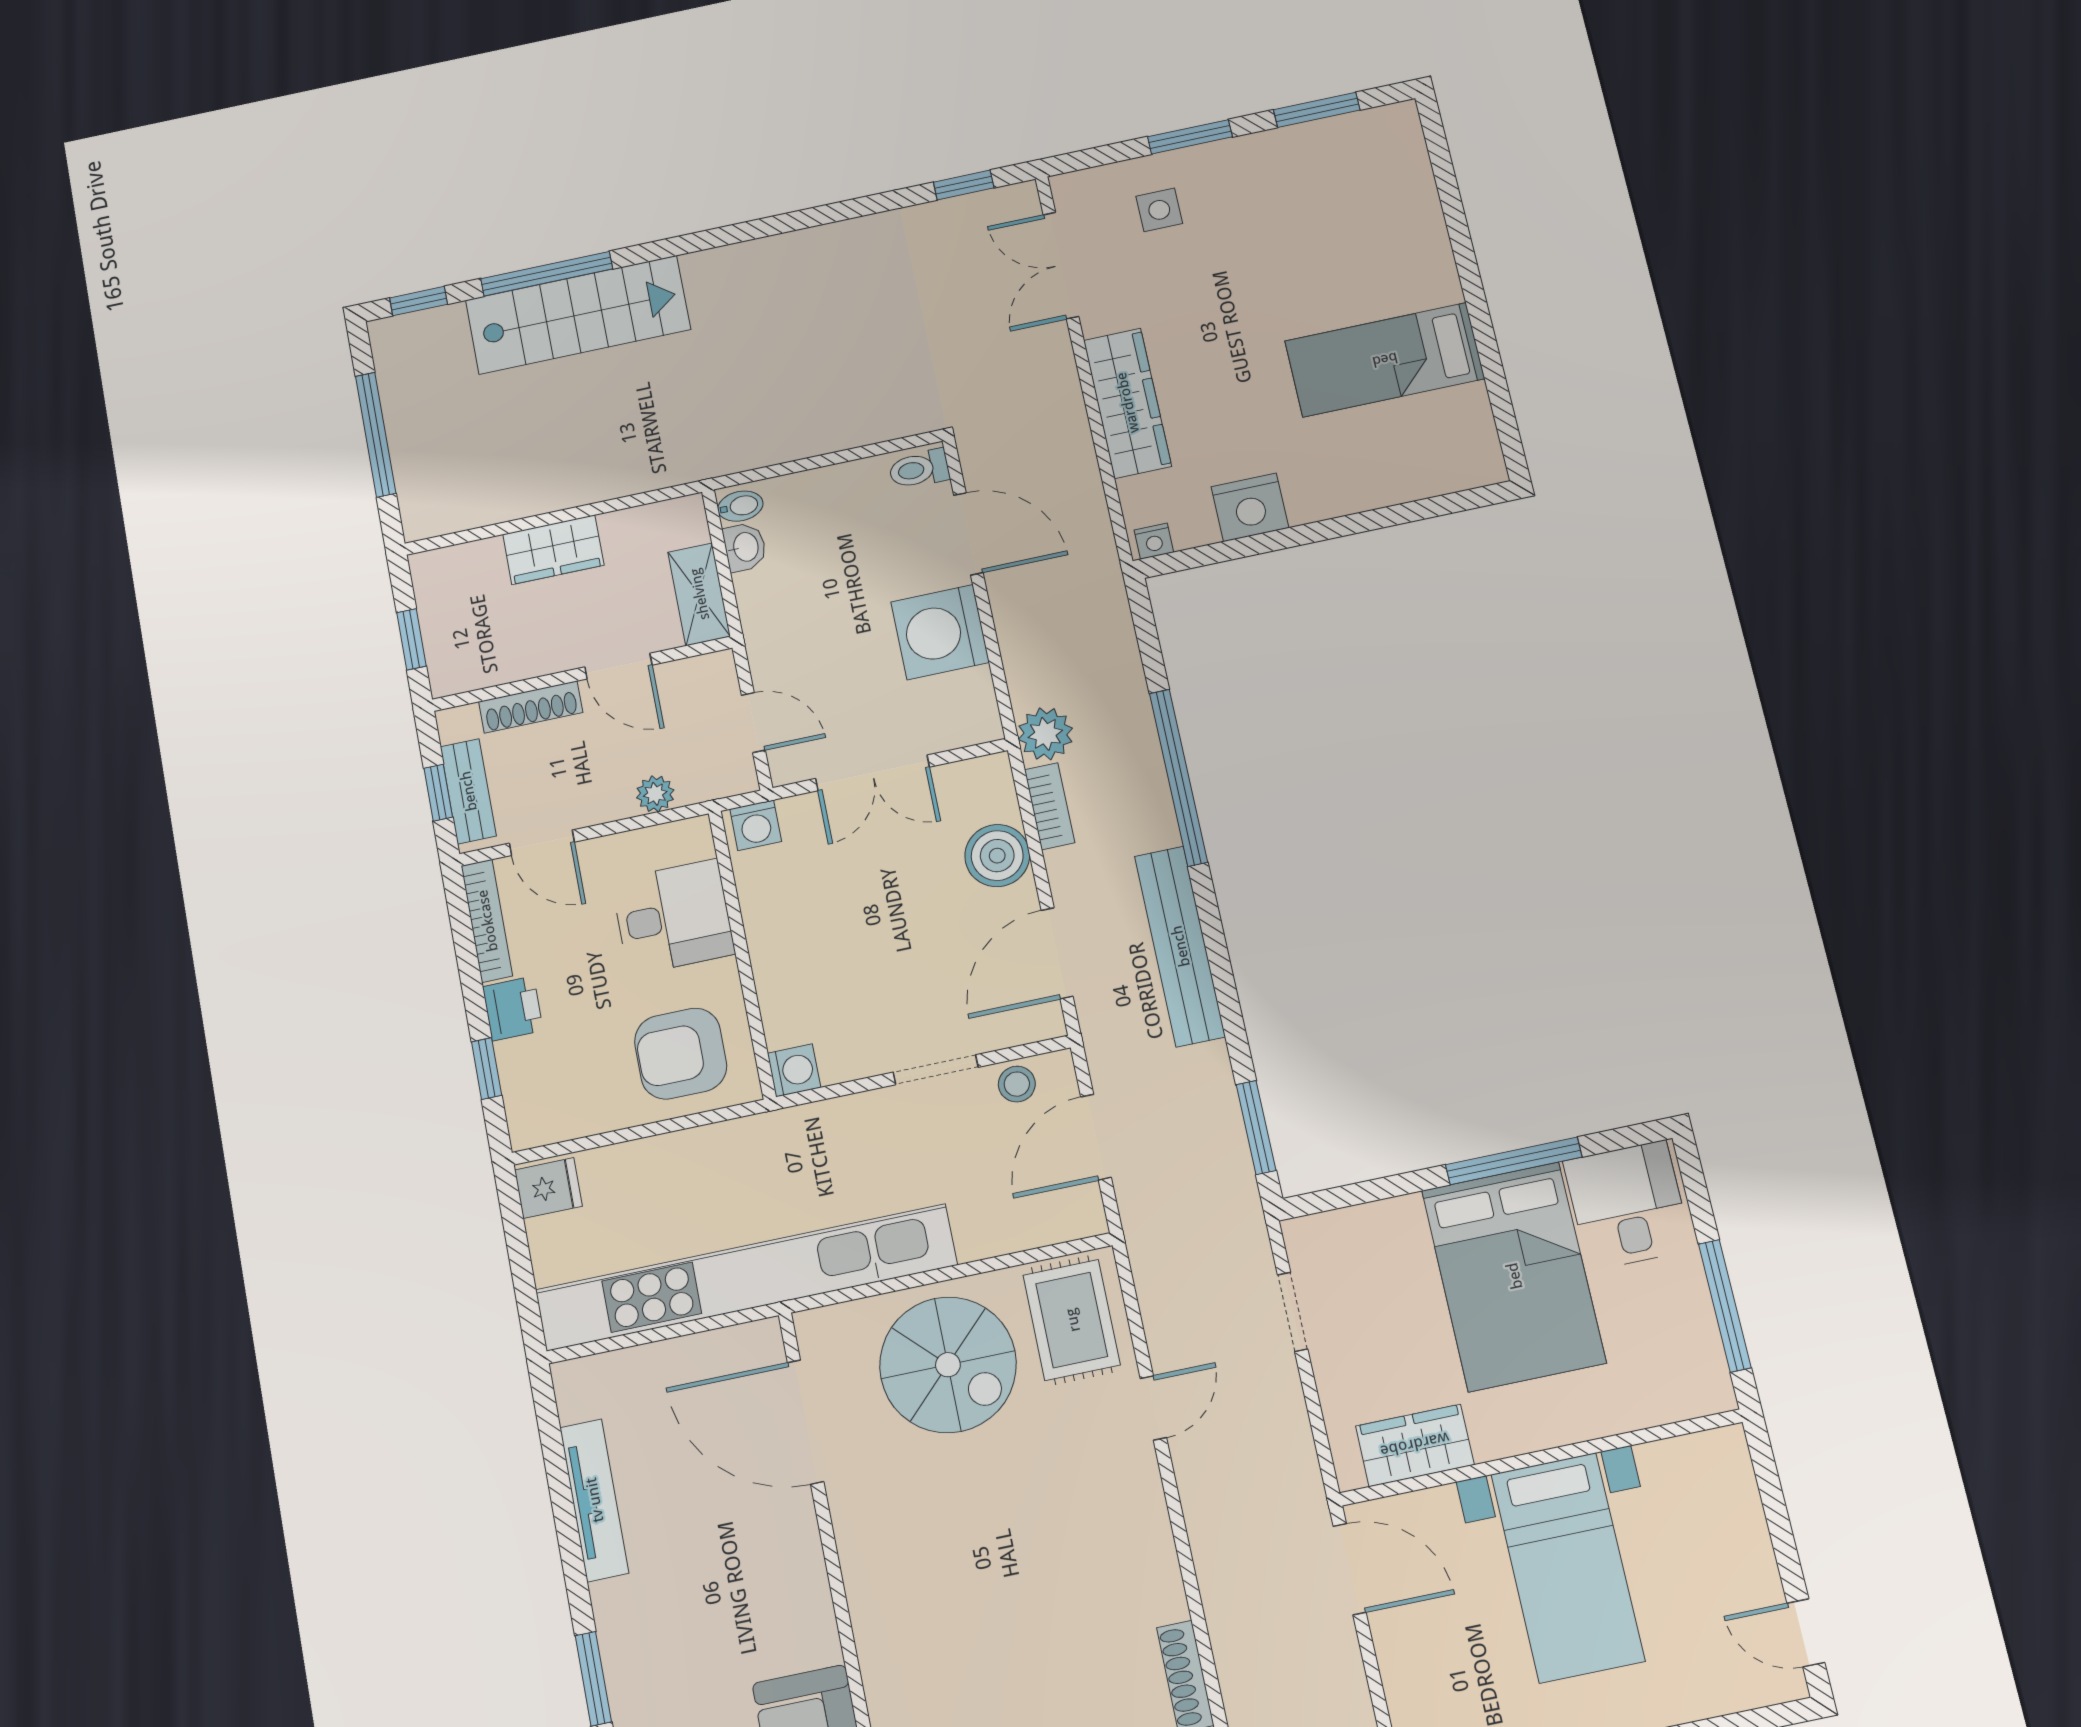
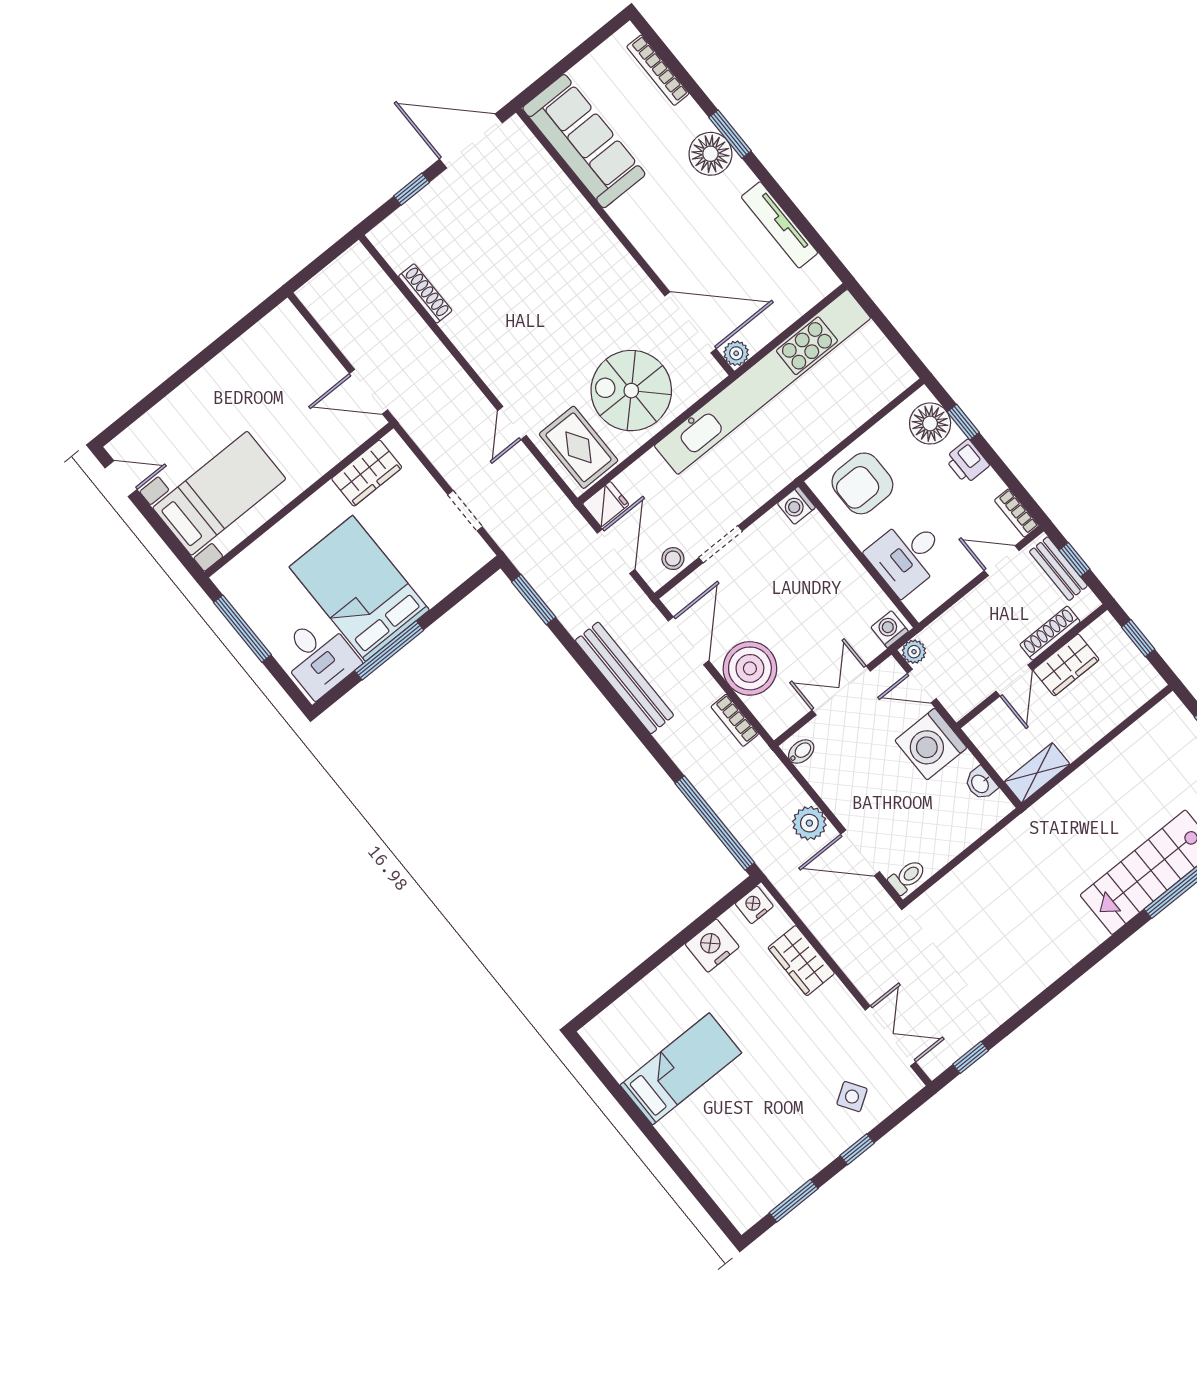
window: (1190, 137) -> (857, 1149), width x0.67
side table: (1159, 210) -> (852, 1097), turned -33
wardrobe: (1127, 403) -> (801, 961), width x0.67
bidet: (740, 506) -> (801, 752), moved, turned 180
nightstand: (1154, 541) -> (754, 905), width x1.39, depth x1.35
wardrobe: (553, 550) -> (1066, 665), moved, turned 180
shelving: (699, 594) -> (1037, 773), moved, turned 90
washing machine: (940, 632) -> (931, 744), moved, turned 180
door: (618, 666) -> (1014, 681), swing flipped
plant: (1045, 734) -> (809, 823), moved
window: (1178, 778) -> (715, 823), moved
plant: (655, 794) -> (914, 652), moved
boiler: (997, 856) -> (750, 668), width x1.37, depth x1.37
bookcase: (487, 921) -> (1017, 513), width x0.64
armchair: (681, 1054) -> (862, 483), turned 180
floor lamp: (535, 1091) -> (930, 423), added
fridge: (548, 1188) -> (606, 504), moved, turned 180
plant: (762, 1340) -> (736, 353), added
bed with nightstands: (1568, 1567) -> (219, 493), moved, turned 90
floor lamp: (639, 1664) -> (710, 154), added

